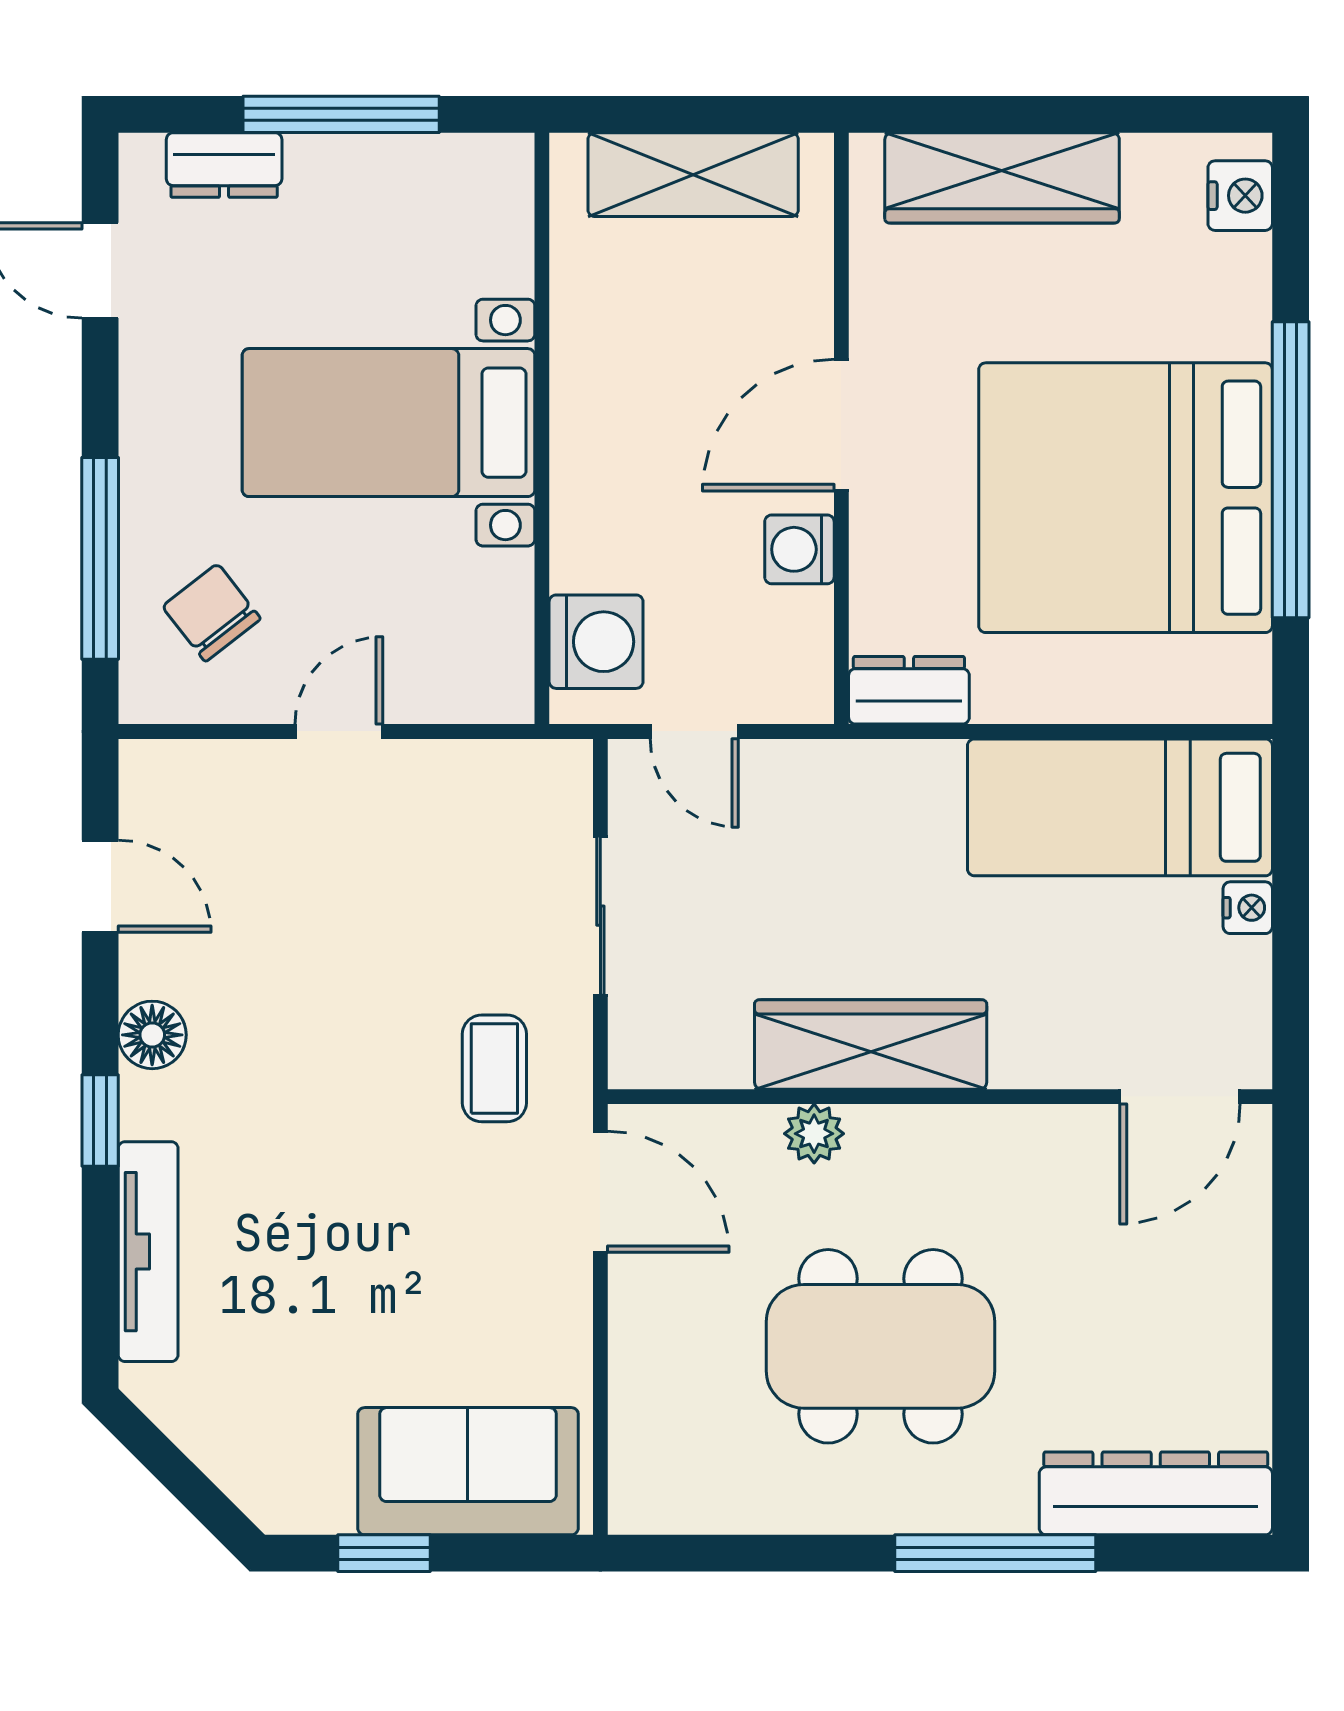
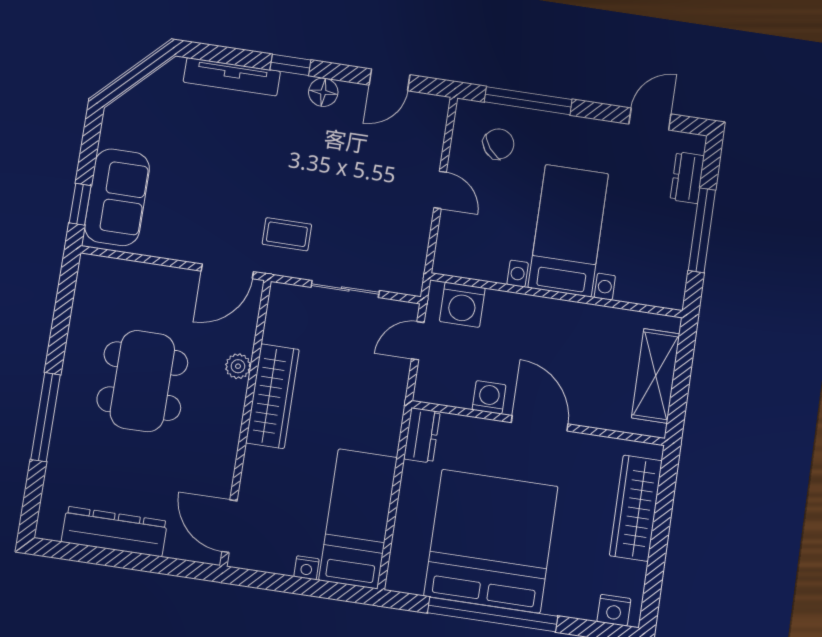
dresser: (1156, 1493) -> (114, 532), moved, turned -90
window: (384, 1553) -> (80, 204), moved

